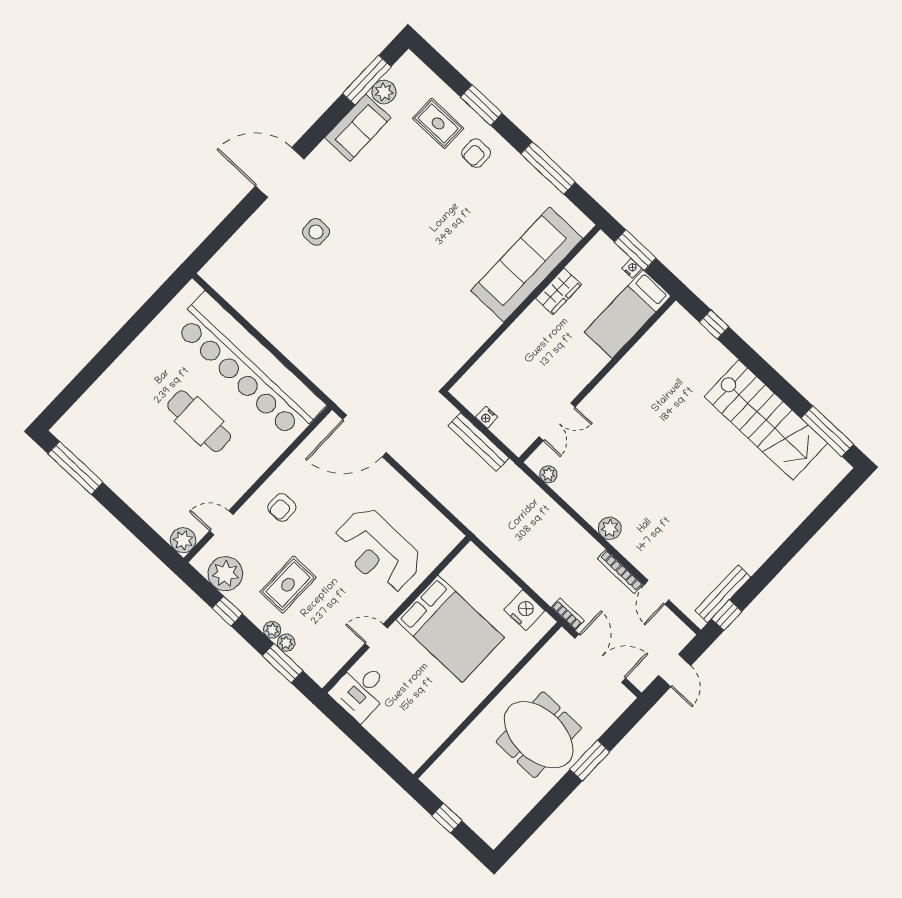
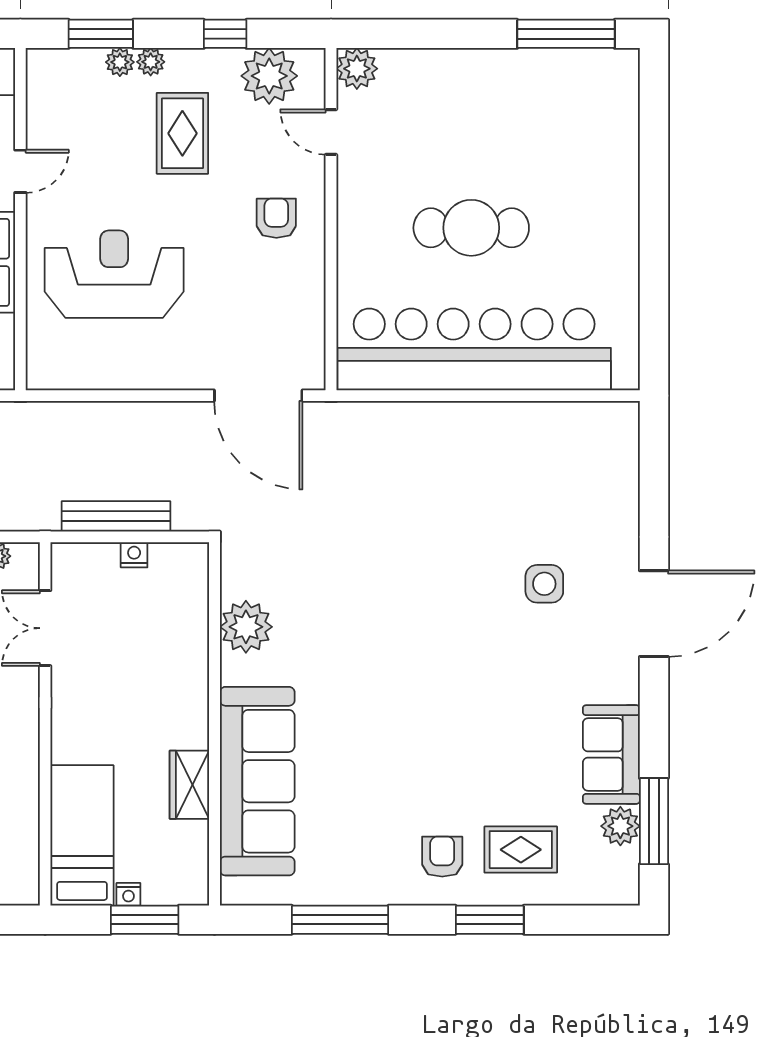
plant: (467, 338) -> (246, 627), added
door: (364, 436) -> (258, 396), swing flipped
door: (221, 523) -> (331, 132), swing flipped

